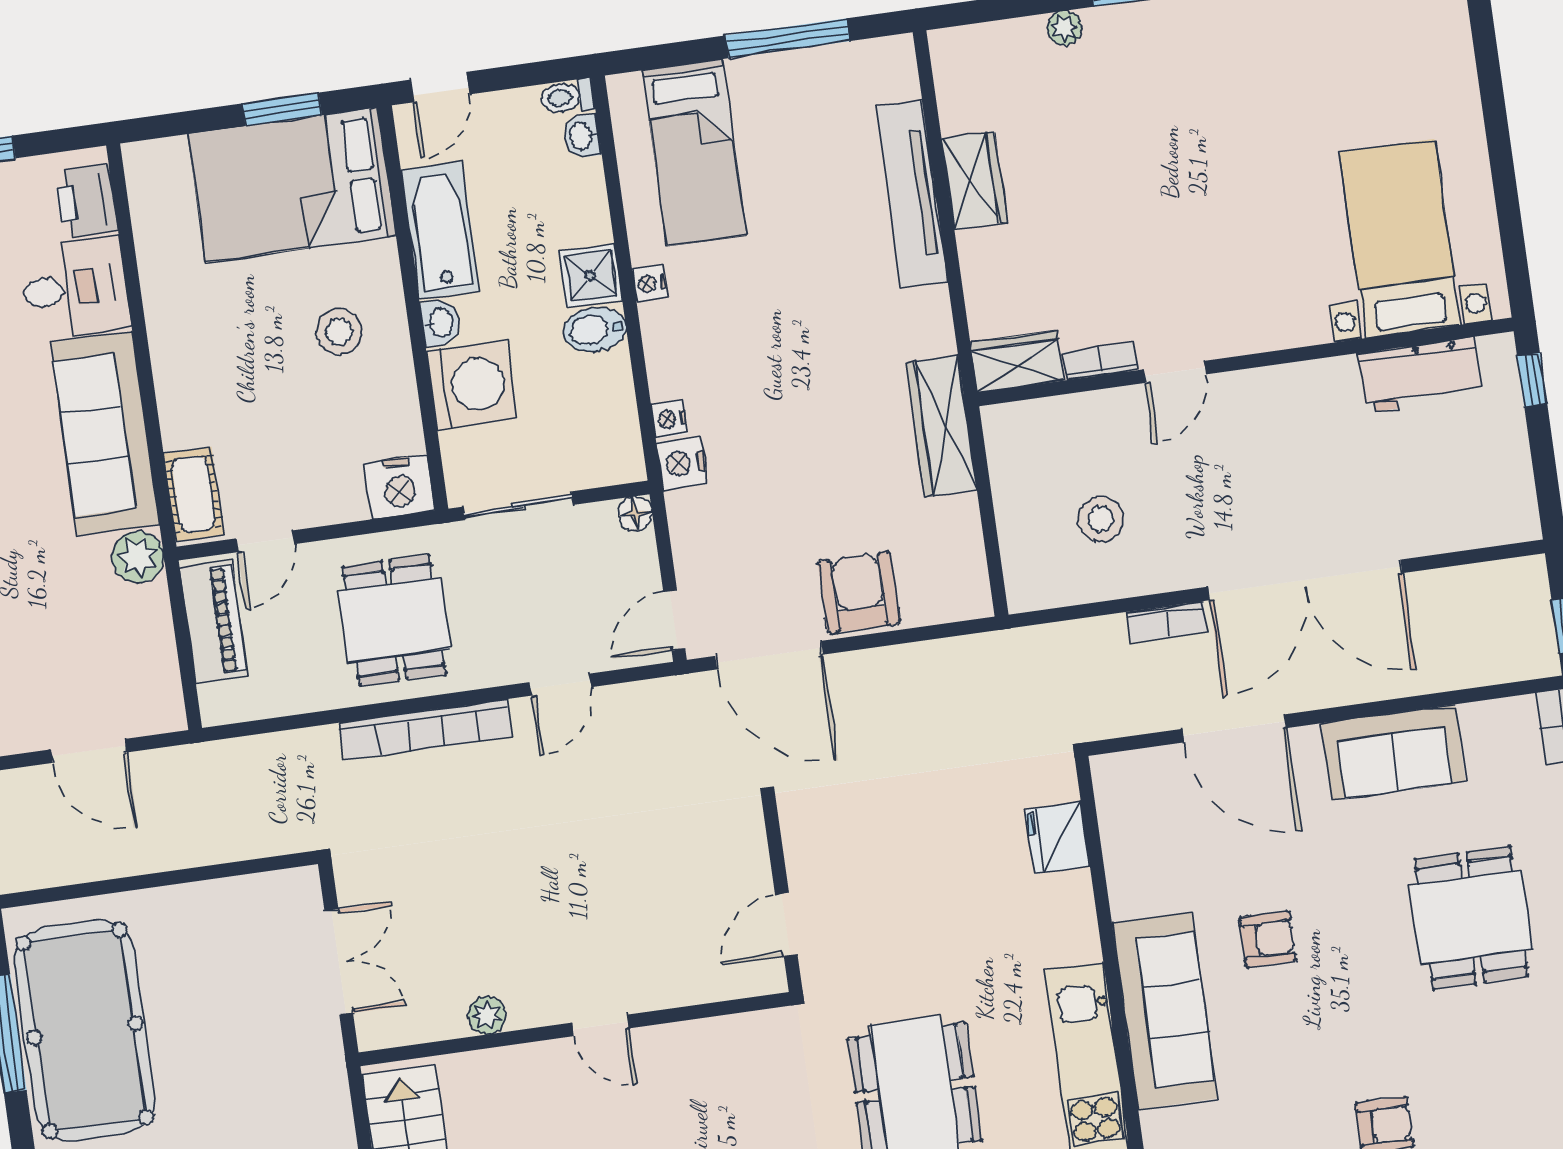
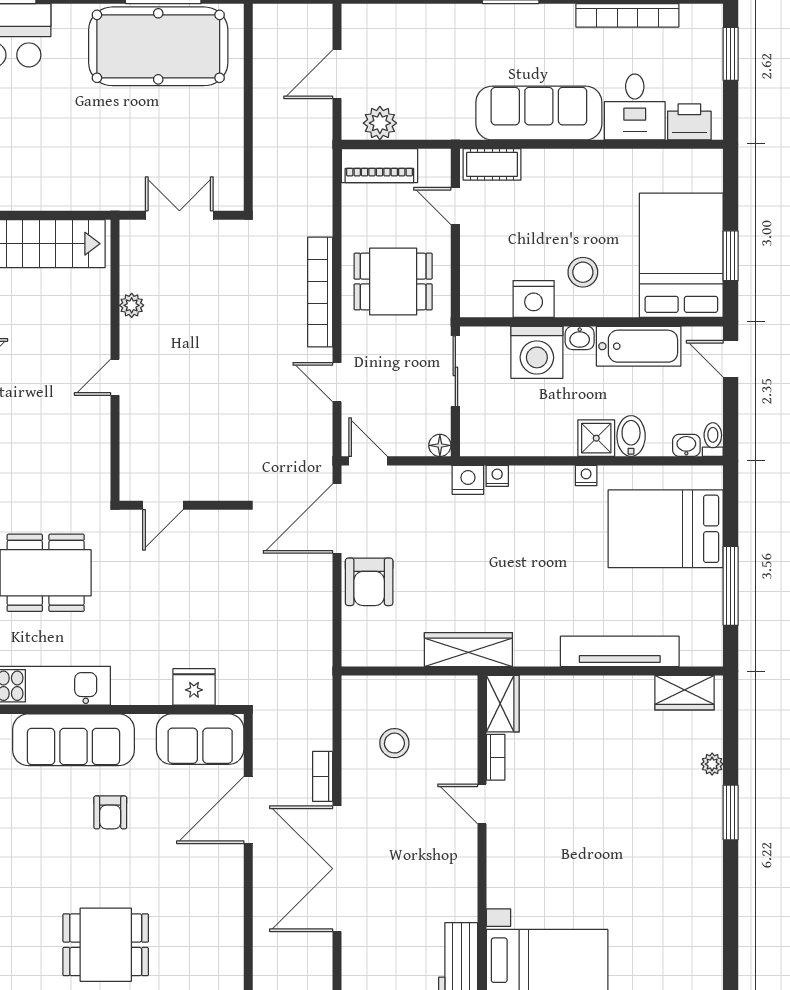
bed: (694, 153) -> (666, 529), width x1.50
wardrobe: (974, 180) -> (685, 693), moved
bidet: (595, 329) -> (631, 436), moved
nightstand: (399, 487) -> (534, 299), moved, turned -90
plant: (138, 557) -> (380, 123), moved
armchair: (859, 592) -> (369, 582), turned 90
piano: (214, 621) -> (379, 166), moved
sofa: (1393, 752) -> (200, 739), moved, turned -90
door: (786, 925) -> (163, 505), swing flipped
double door: (339, 962) -> (179, 215), swing flipped

